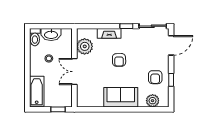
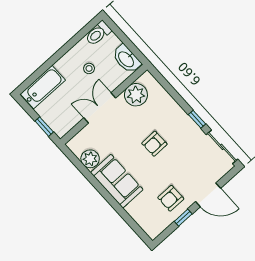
fireplace: (109, 33) -> (173, 108), removed
washbasin: (51, 34) -> (126, 59), moved
door: (171, 45) -> (208, 195), moved
plant: (153, 101) -> (90, 159), moved

